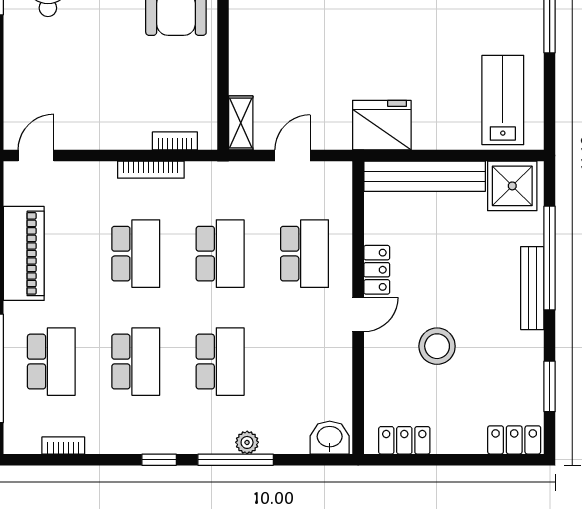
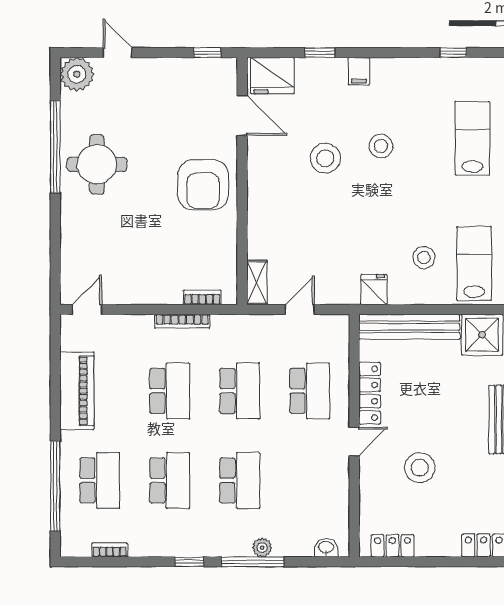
stool: (442, 93) -> (424, 258), added
fridge: (382, 125) -> (374, 290), width x0.53, depth x0.75
locker: (377, 270) -> (370, 393), width x1.53
washbasin: (330, 438) -> (326, 548), width x0.72, depth x0.69

